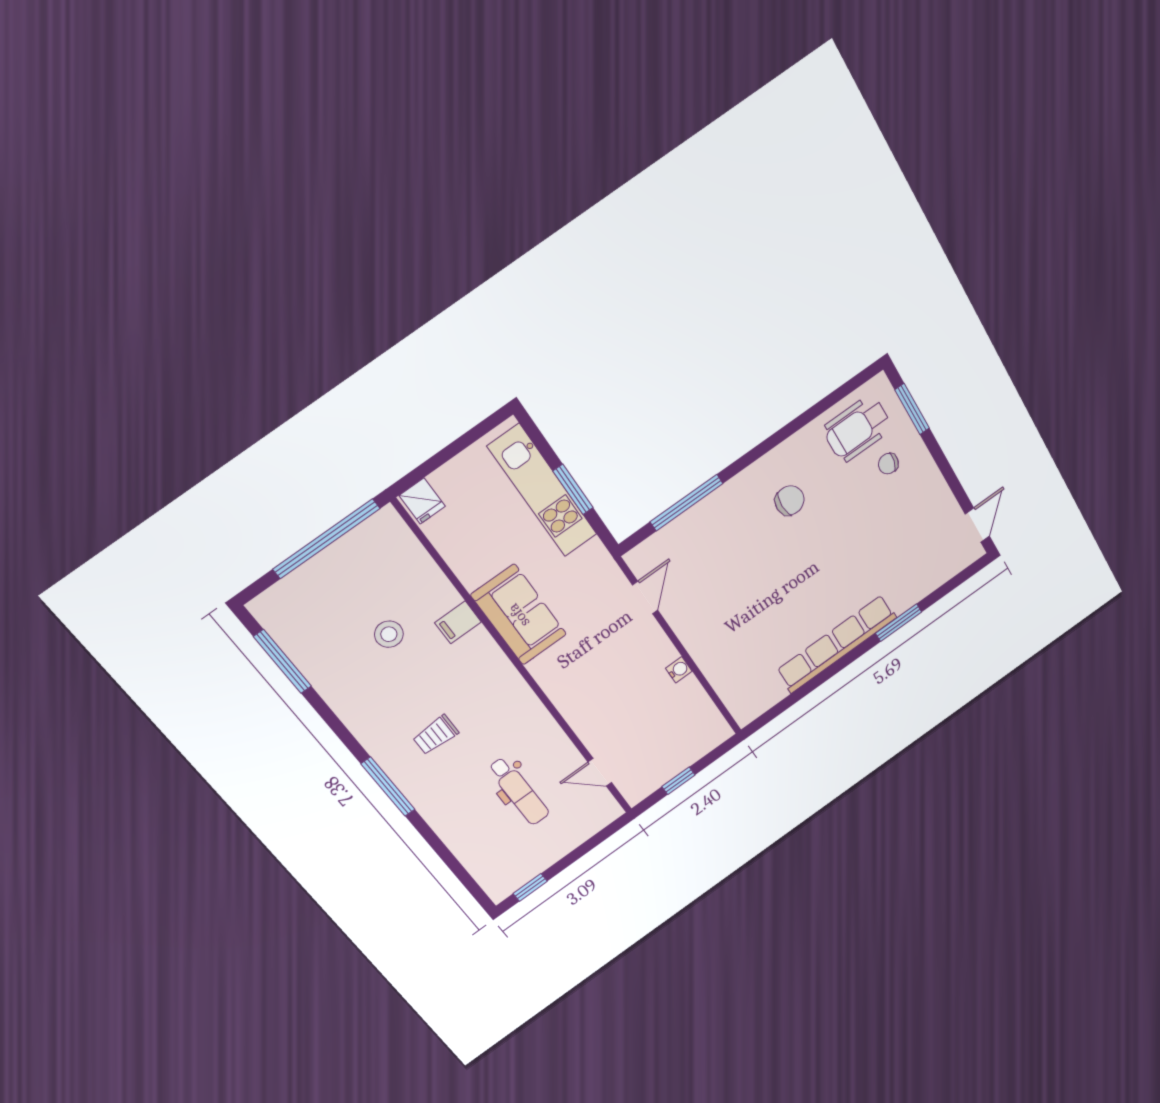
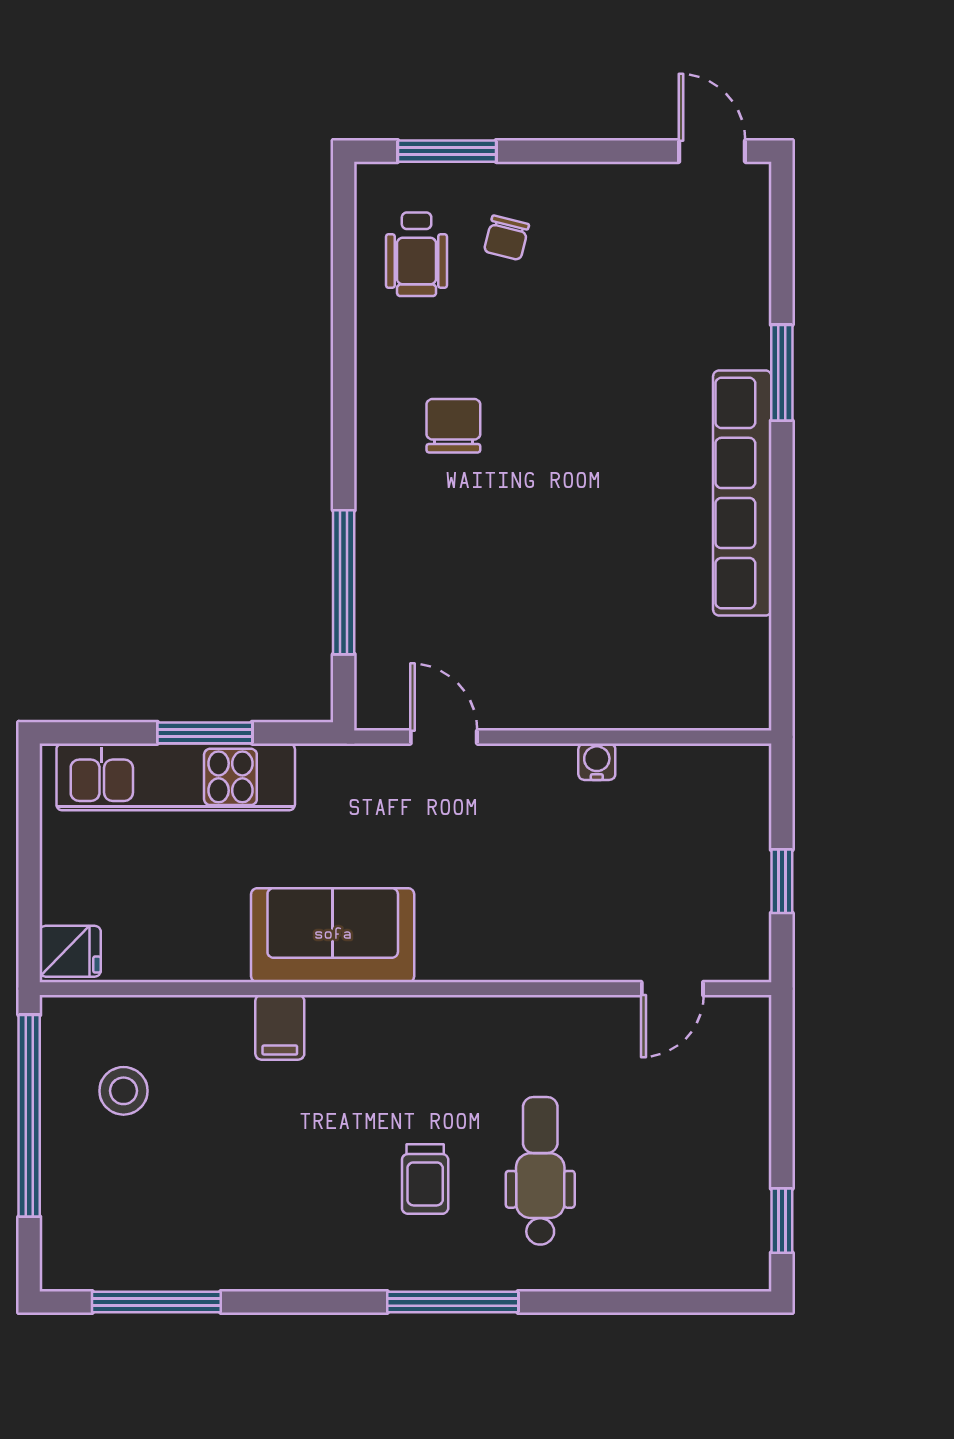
wheelchair: (857, 428) -> (417, 254), width x0.73, depth x0.73
stool: (389, 634) -> (123, 1091), moved
dental chair: (519, 791) -> (540, 1171), moved, turned -90

